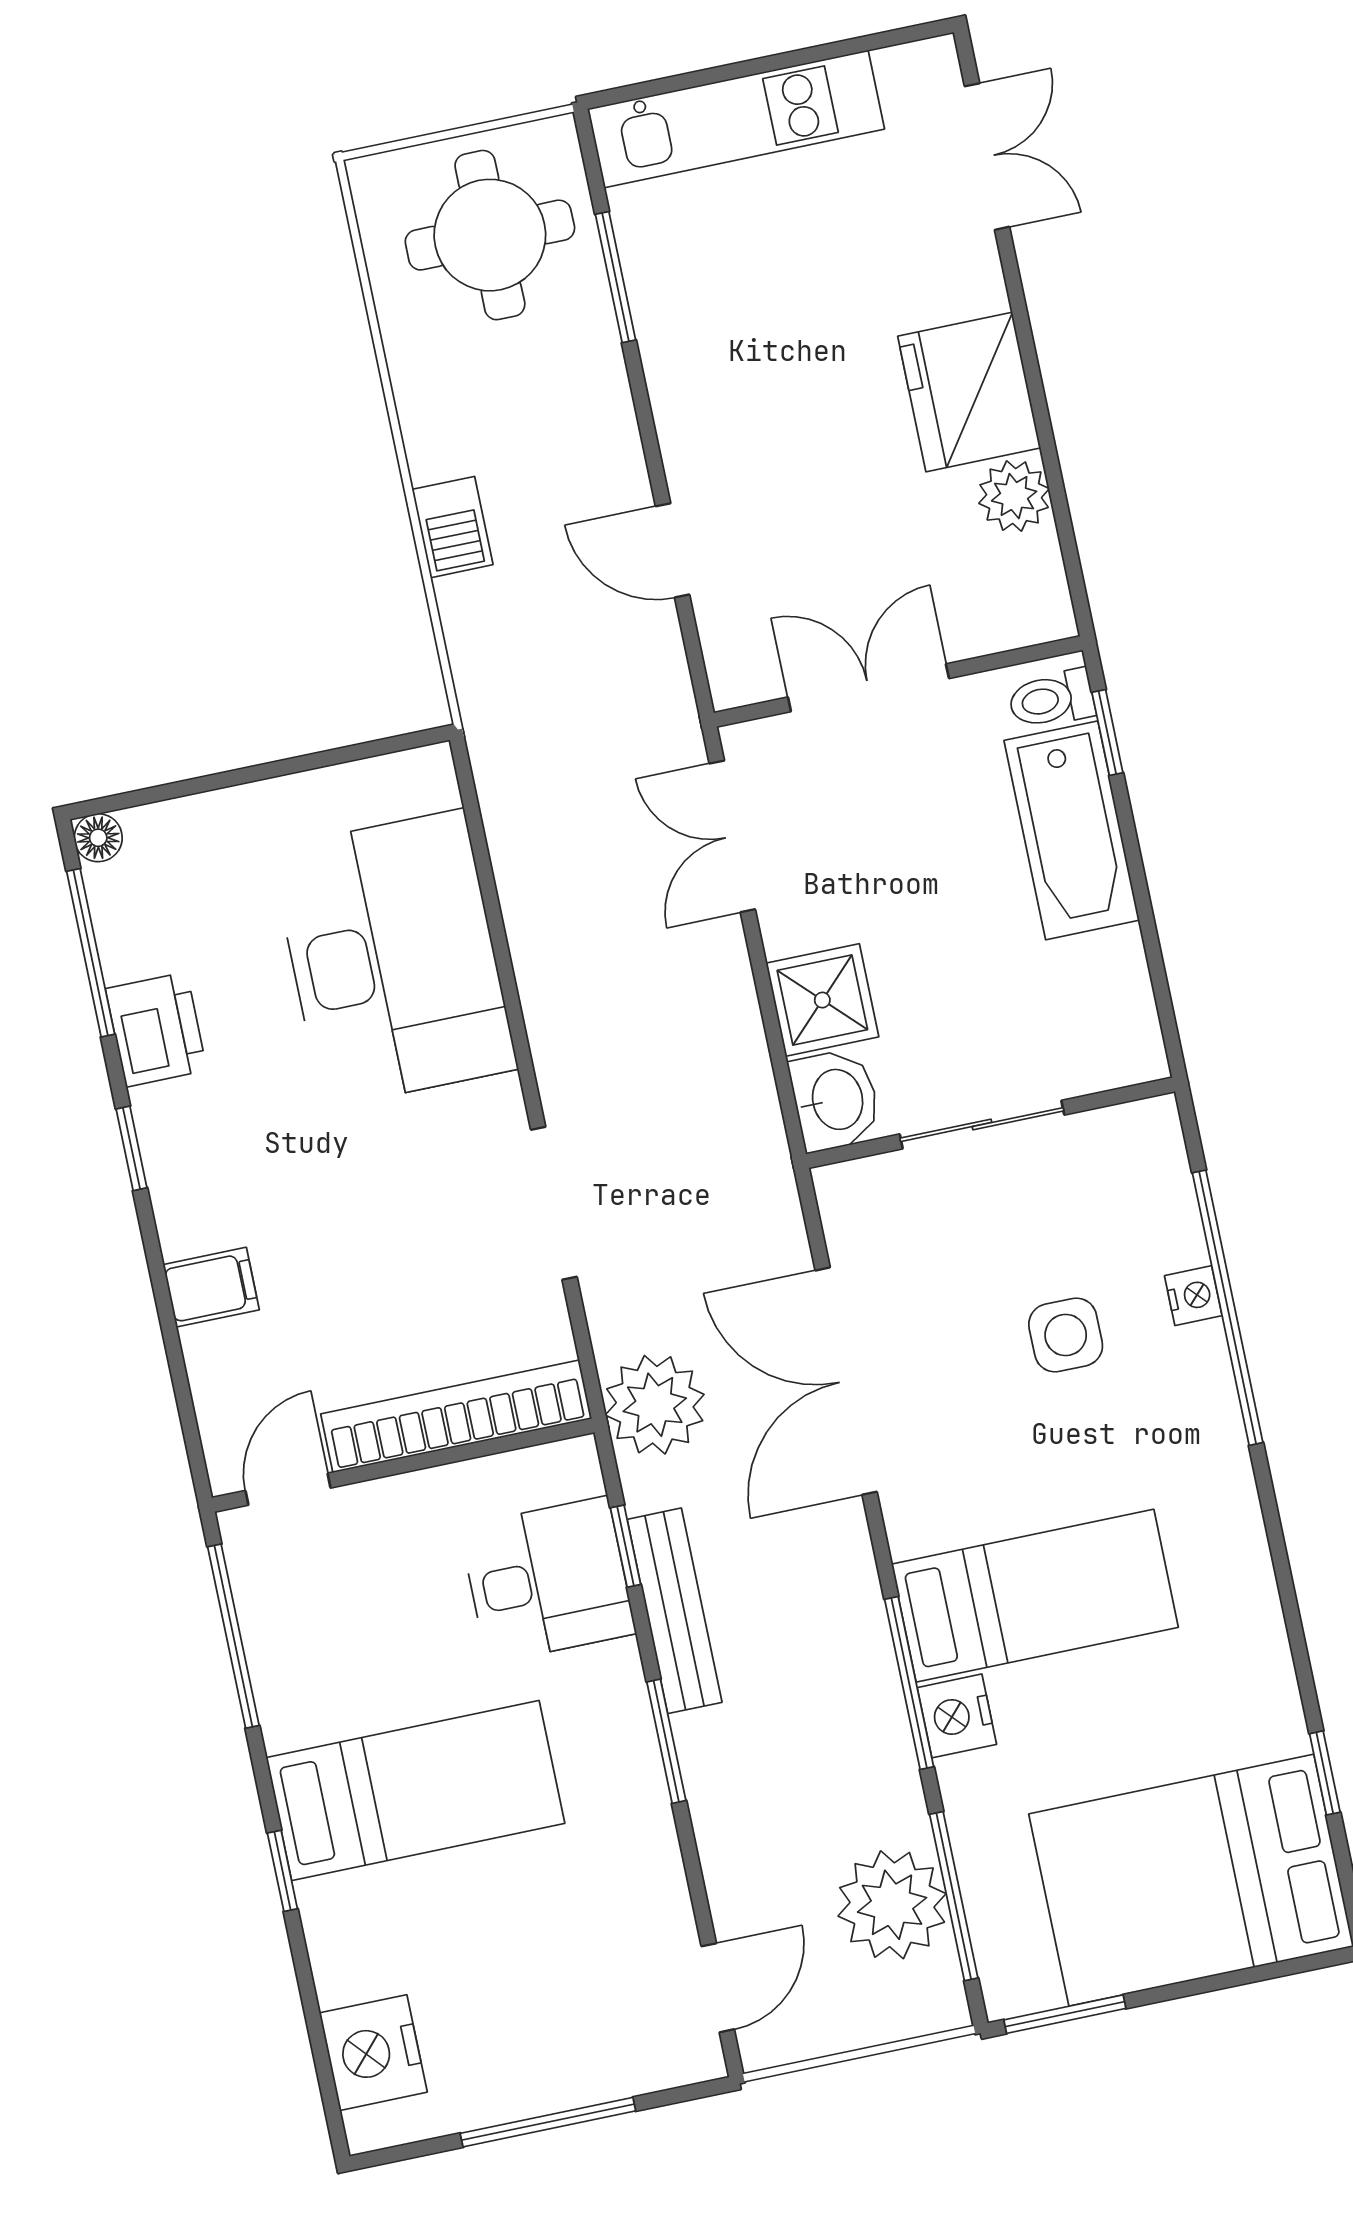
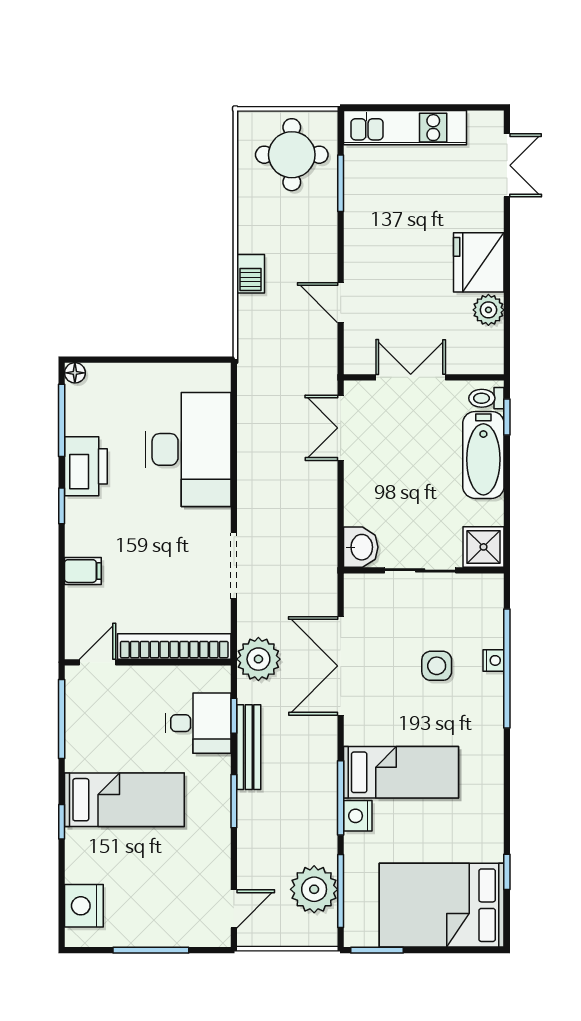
shower: (822, 1000) -> (484, 547), moved
printer: (156, 1029) -> (86, 466), width x1.37, depth x1.19

